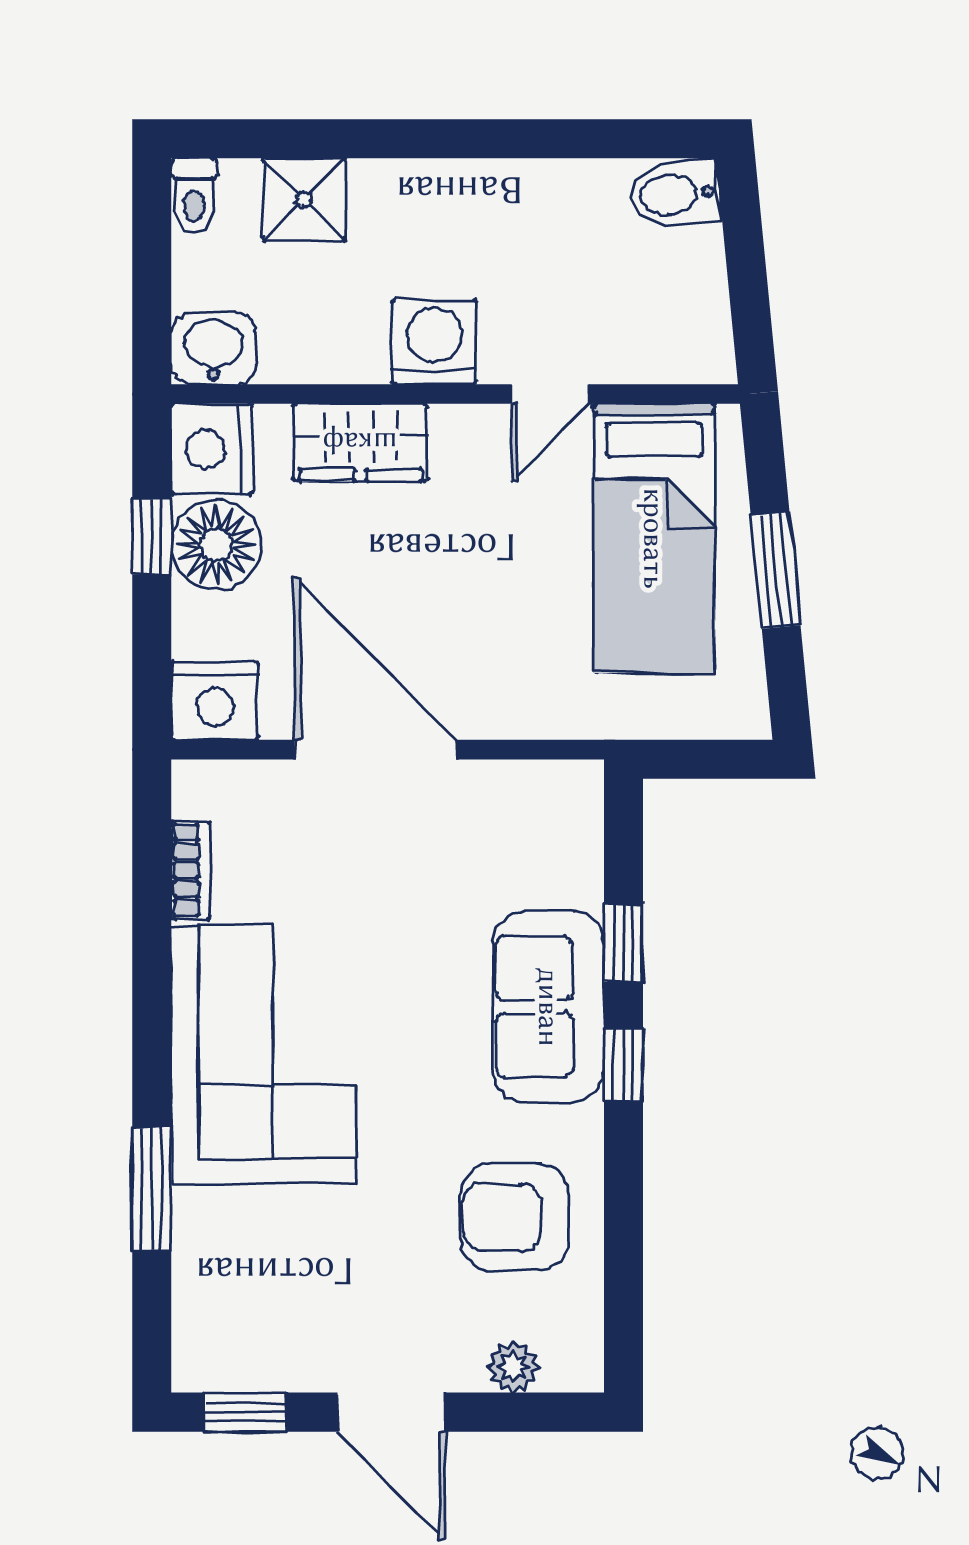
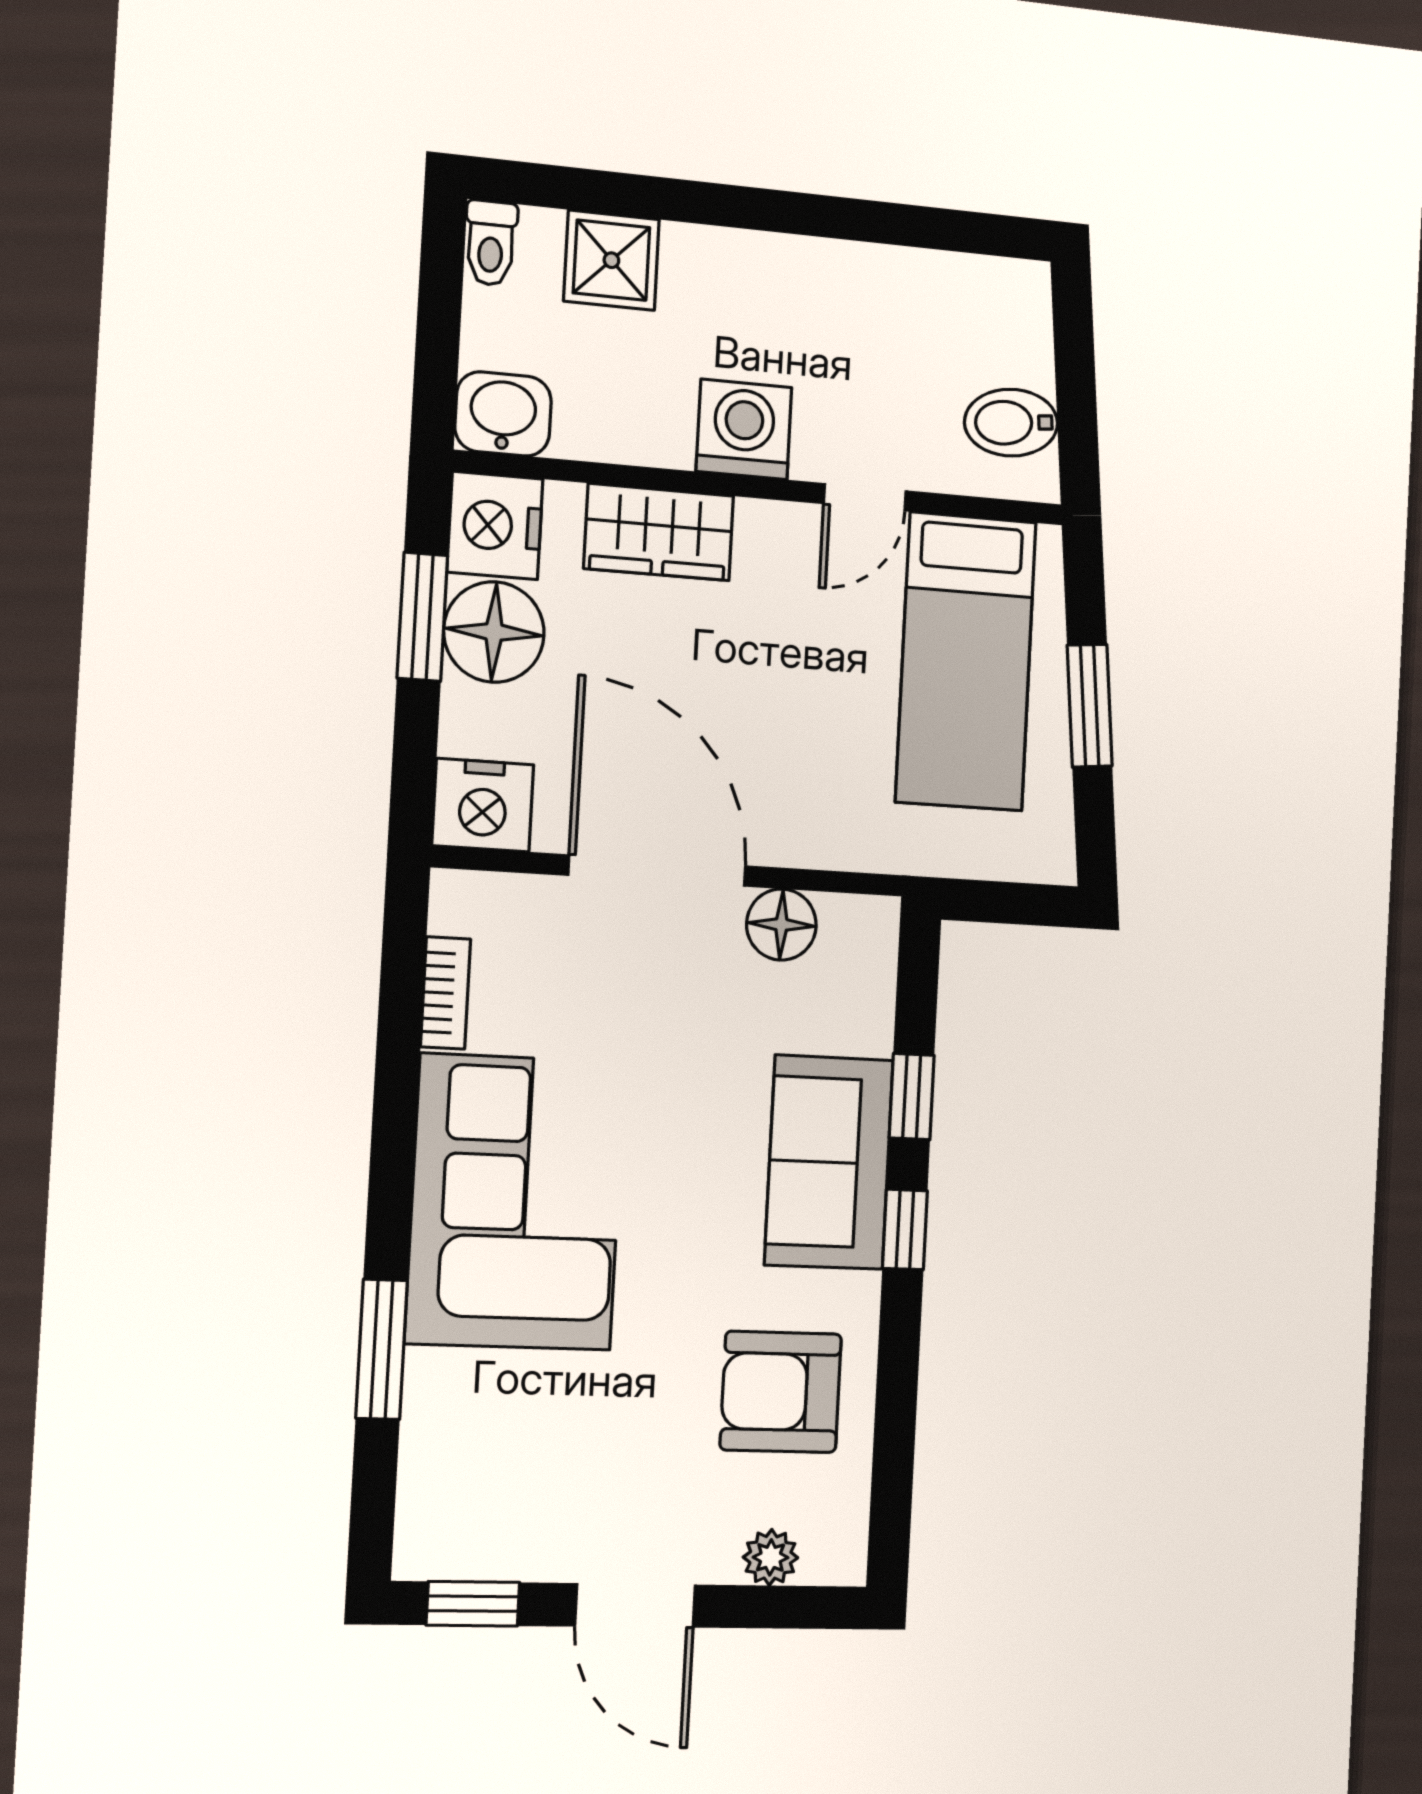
bidet: (675, 194) -> (1011, 423), moved
window: (152, 536) -> (422, 617), width x1.50
floor lamp: (493, 792) -> (781, 925), added

